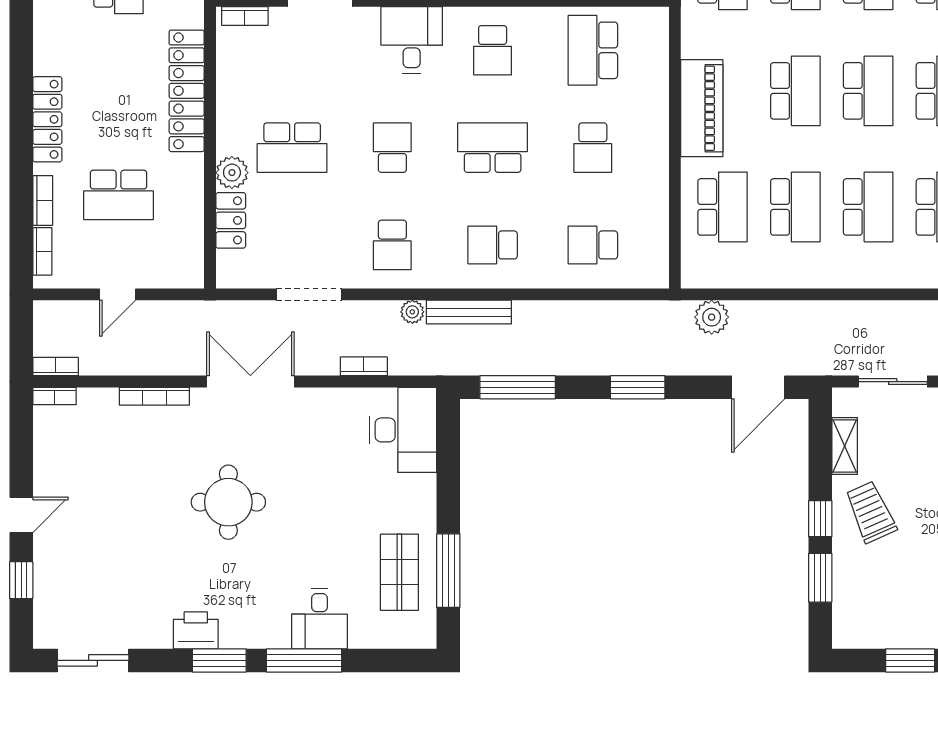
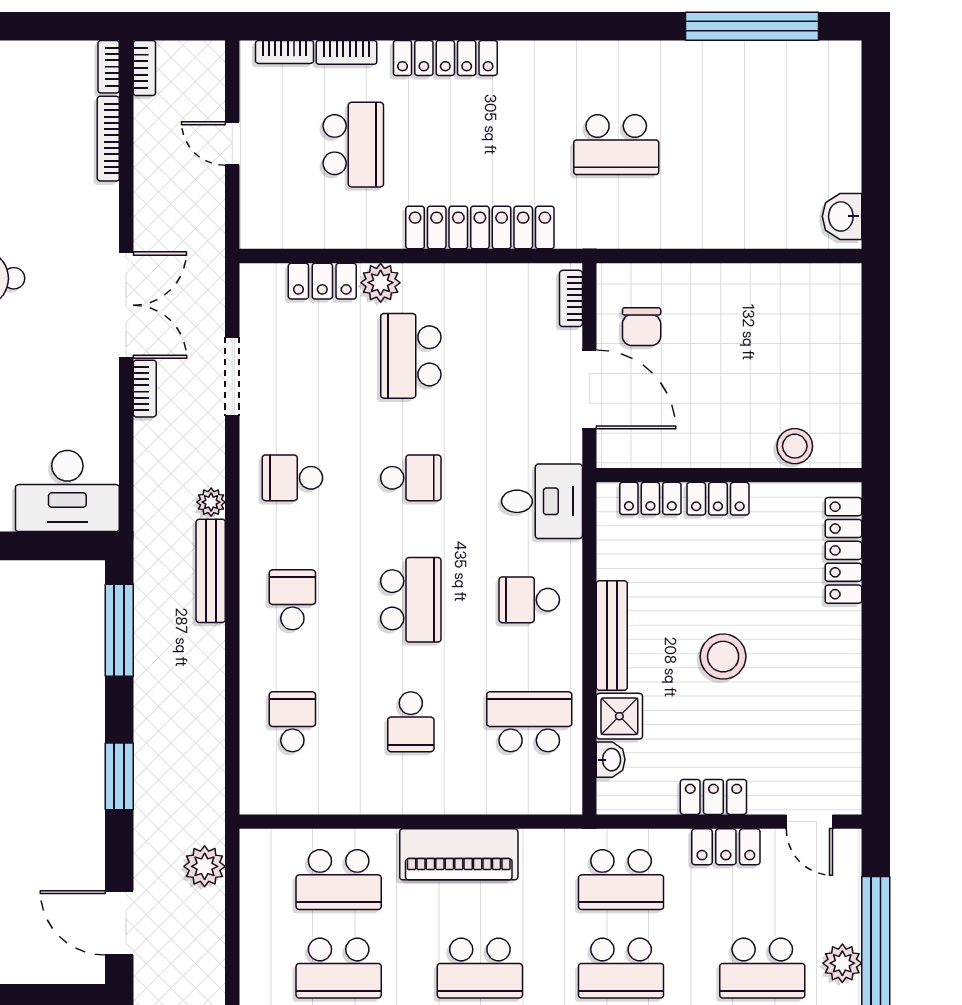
school desk: (593, 148) -> (411, 722), turned -90
school desk: (118, 195) -> (353, 145), turned 180
bookcase: (364, 366) -> (145, 389), moved
bookcase: (154, 396) -> (108, 139), moved

